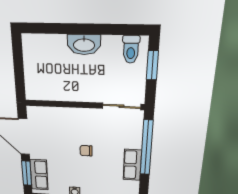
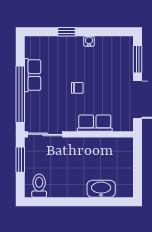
washbasin: (84, 45) -> (101, 189), moved
window: (152, 65) -> (20, 160), moved
row of seats: (39, 175) -> (95, 123), moved, turned 90

